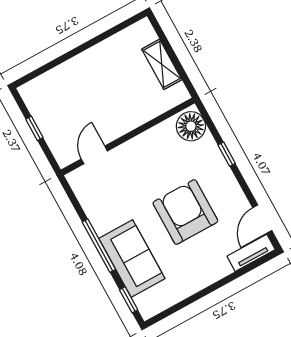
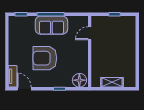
door: (94, 155) -> (90, 33), swing flipped
armchair: (185, 212) -> (45, 58), turned 180
sofa: (132, 258) -> (51, 25), moved

